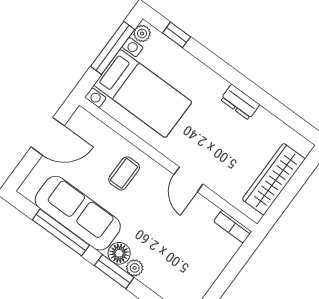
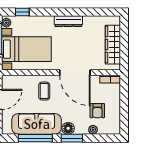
dresser: (240, 102) -> (68, 21), width x1.44
door: (188, 179) -> (75, 73), width x1.87
armchair: (180, 259) -> (97, 111), added
plant: (135, 268) -> (93, 130), moved

